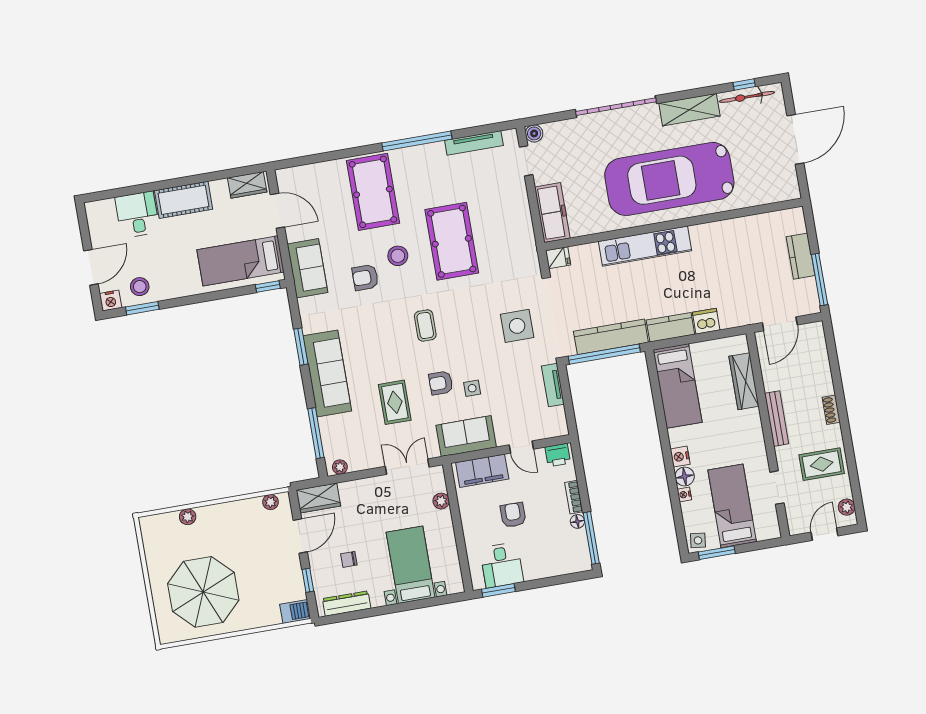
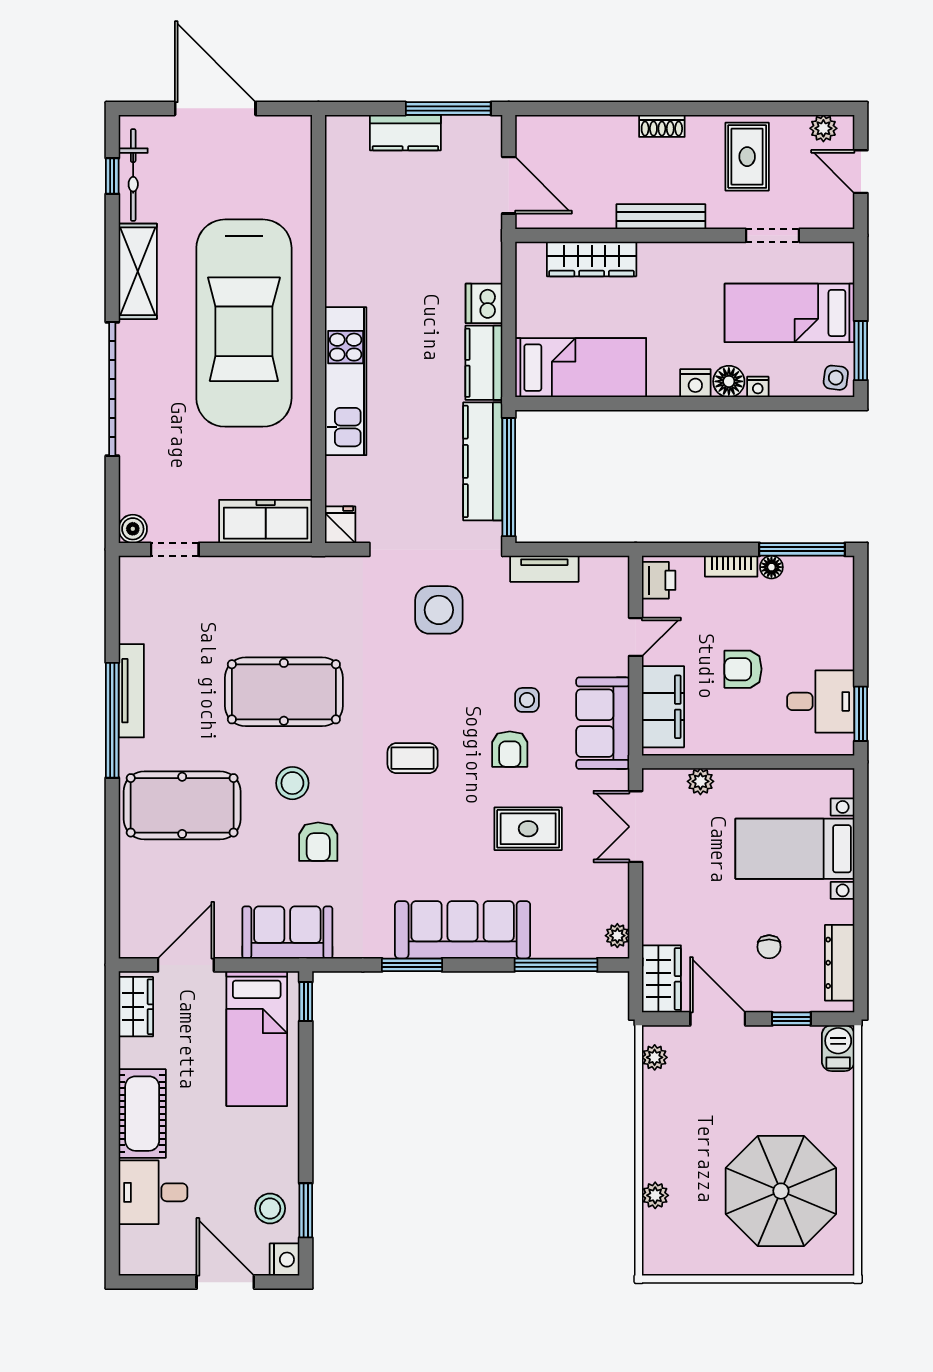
tv unit: (474, 143) -> (131, 691), moved

